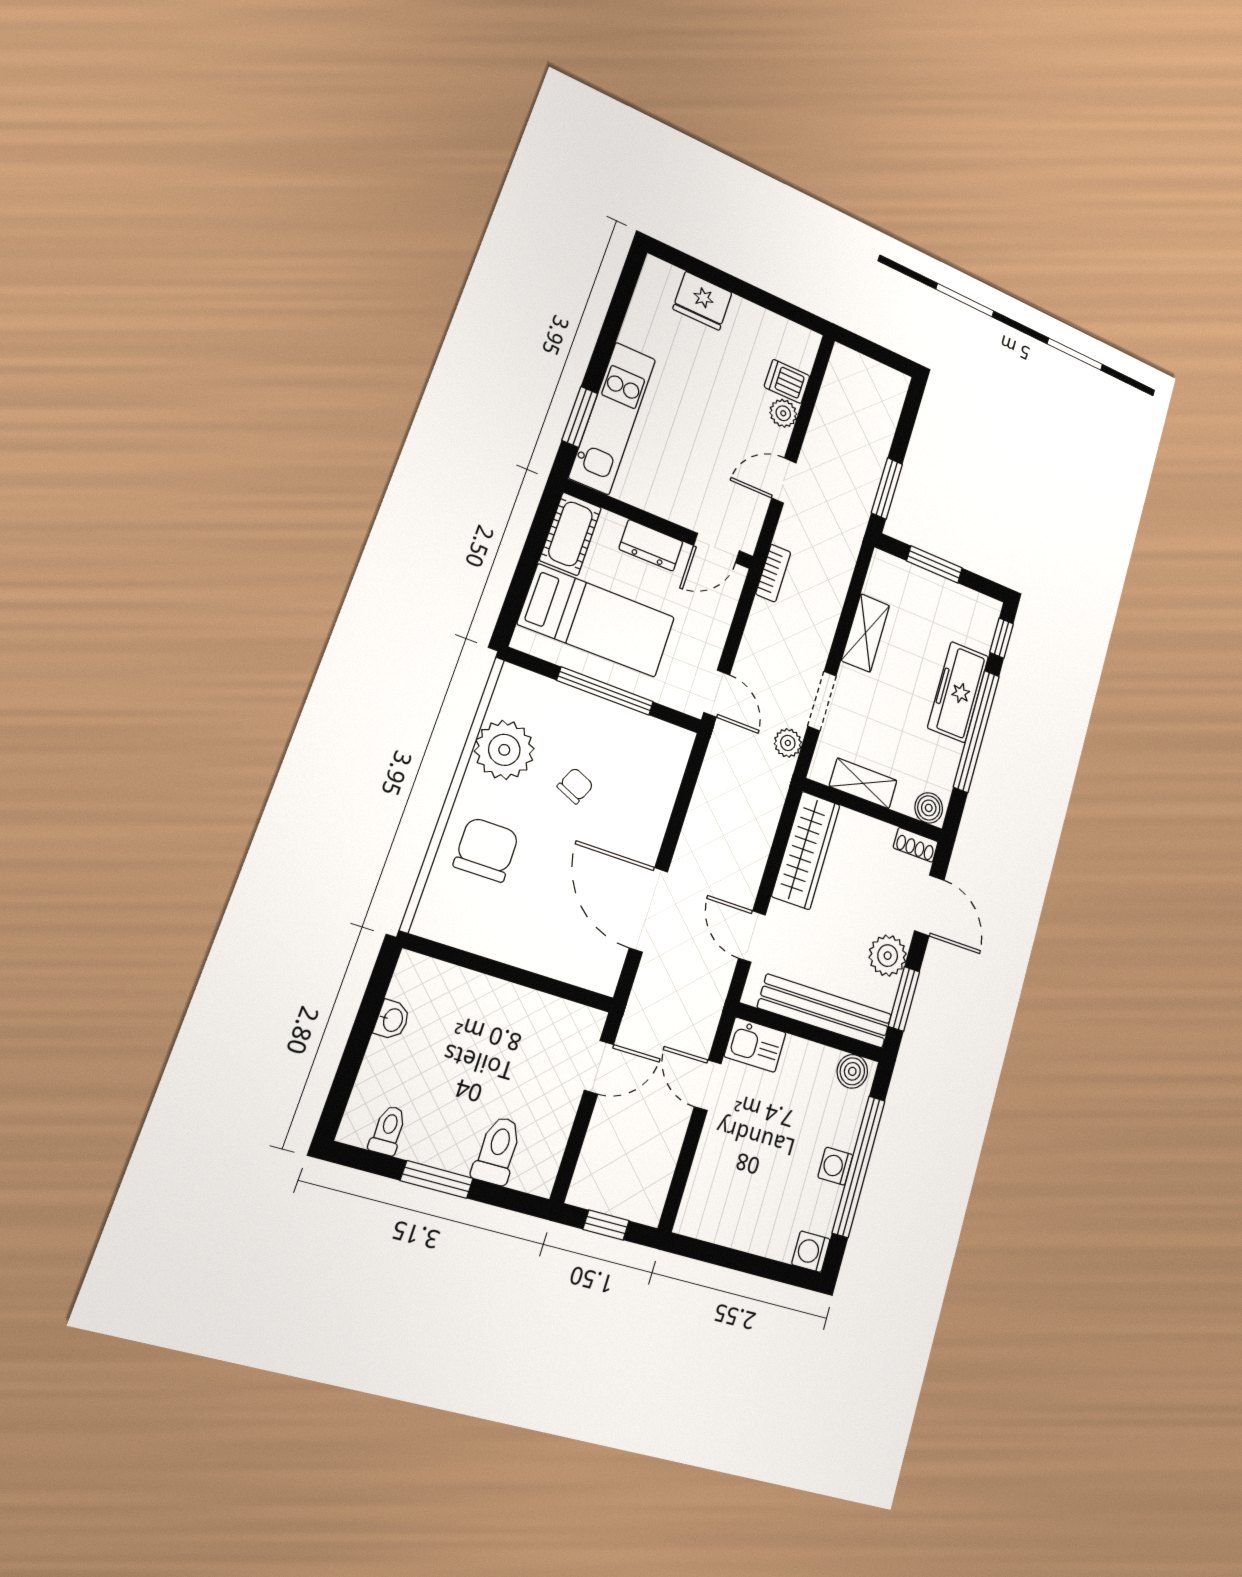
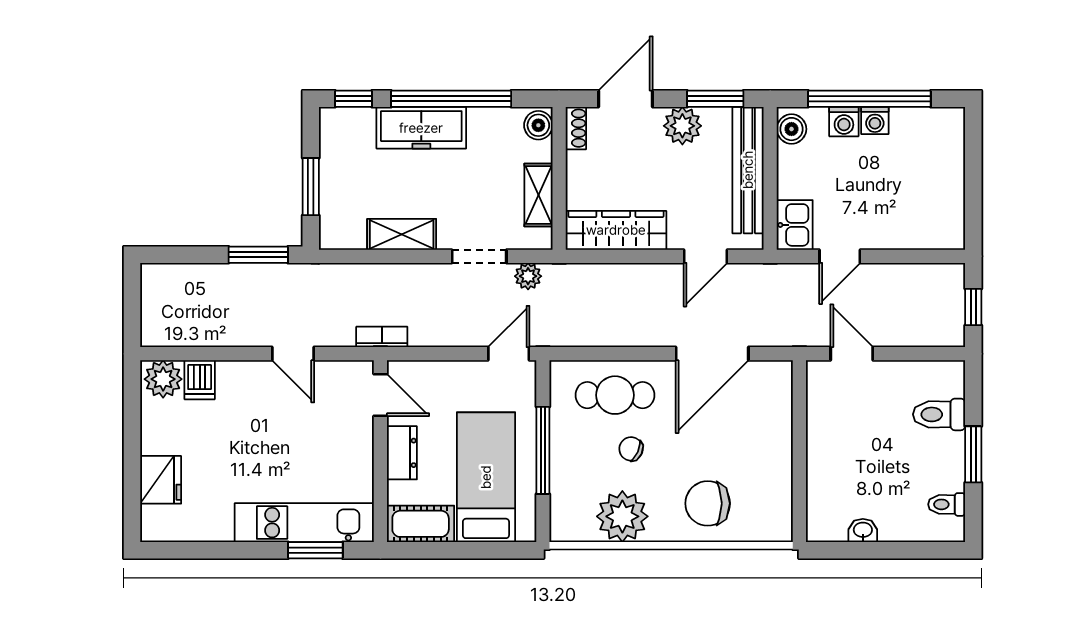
plant: (783, 413) -> (163, 379), moved, width x1.38, depth x1.38
cafe table: (638, 789) -> (615, 395), added
washing machine: (811, 1252) -> (844, 122), moved

